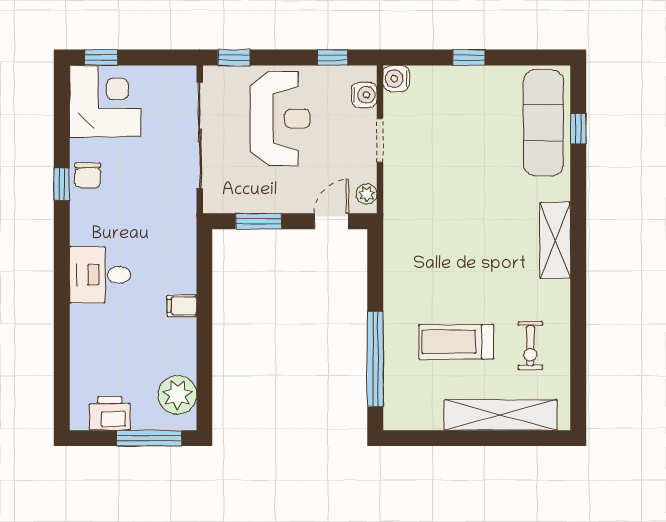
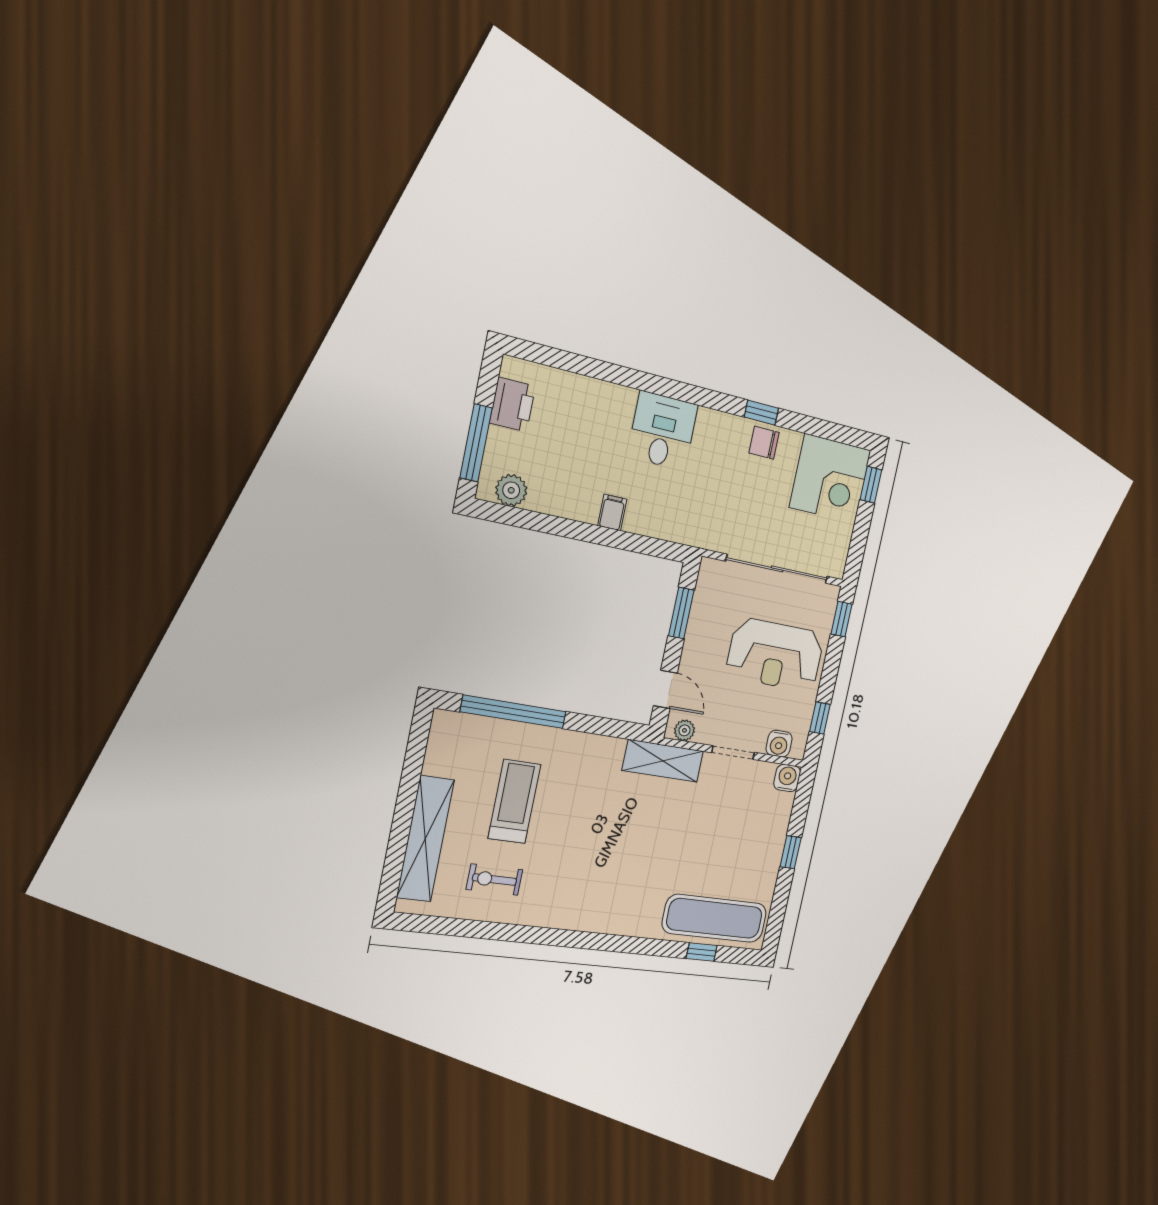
shelving: (555, 240) -> (663, 761), moved
plant: (177, 395) -> (511, 490), width x0.73, depth x0.73

